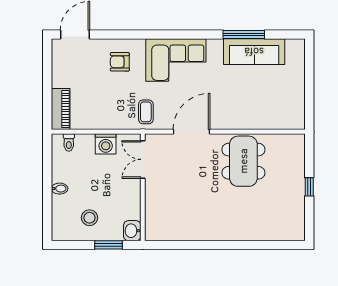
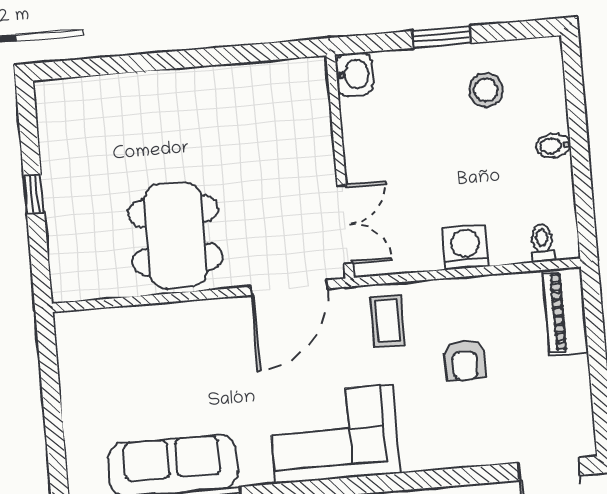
armchair: (120, 62) -> (465, 360), moved, turned 90
double door: (143, 159) -> (345, 224), moved
wall: (143, 187) -> (340, 167), moved
washbasin: (132, 231) -> (354, 74), moved

